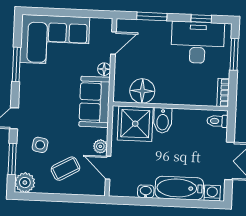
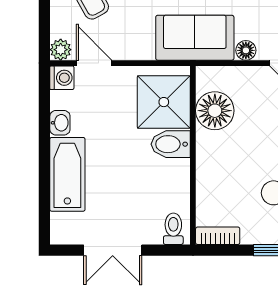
plant: (100, 146) -> (61, 50), moved
door: (108, 168) -> (94, 63), hinge flipped
washing machine: (212, 193) -> (62, 78), moved

